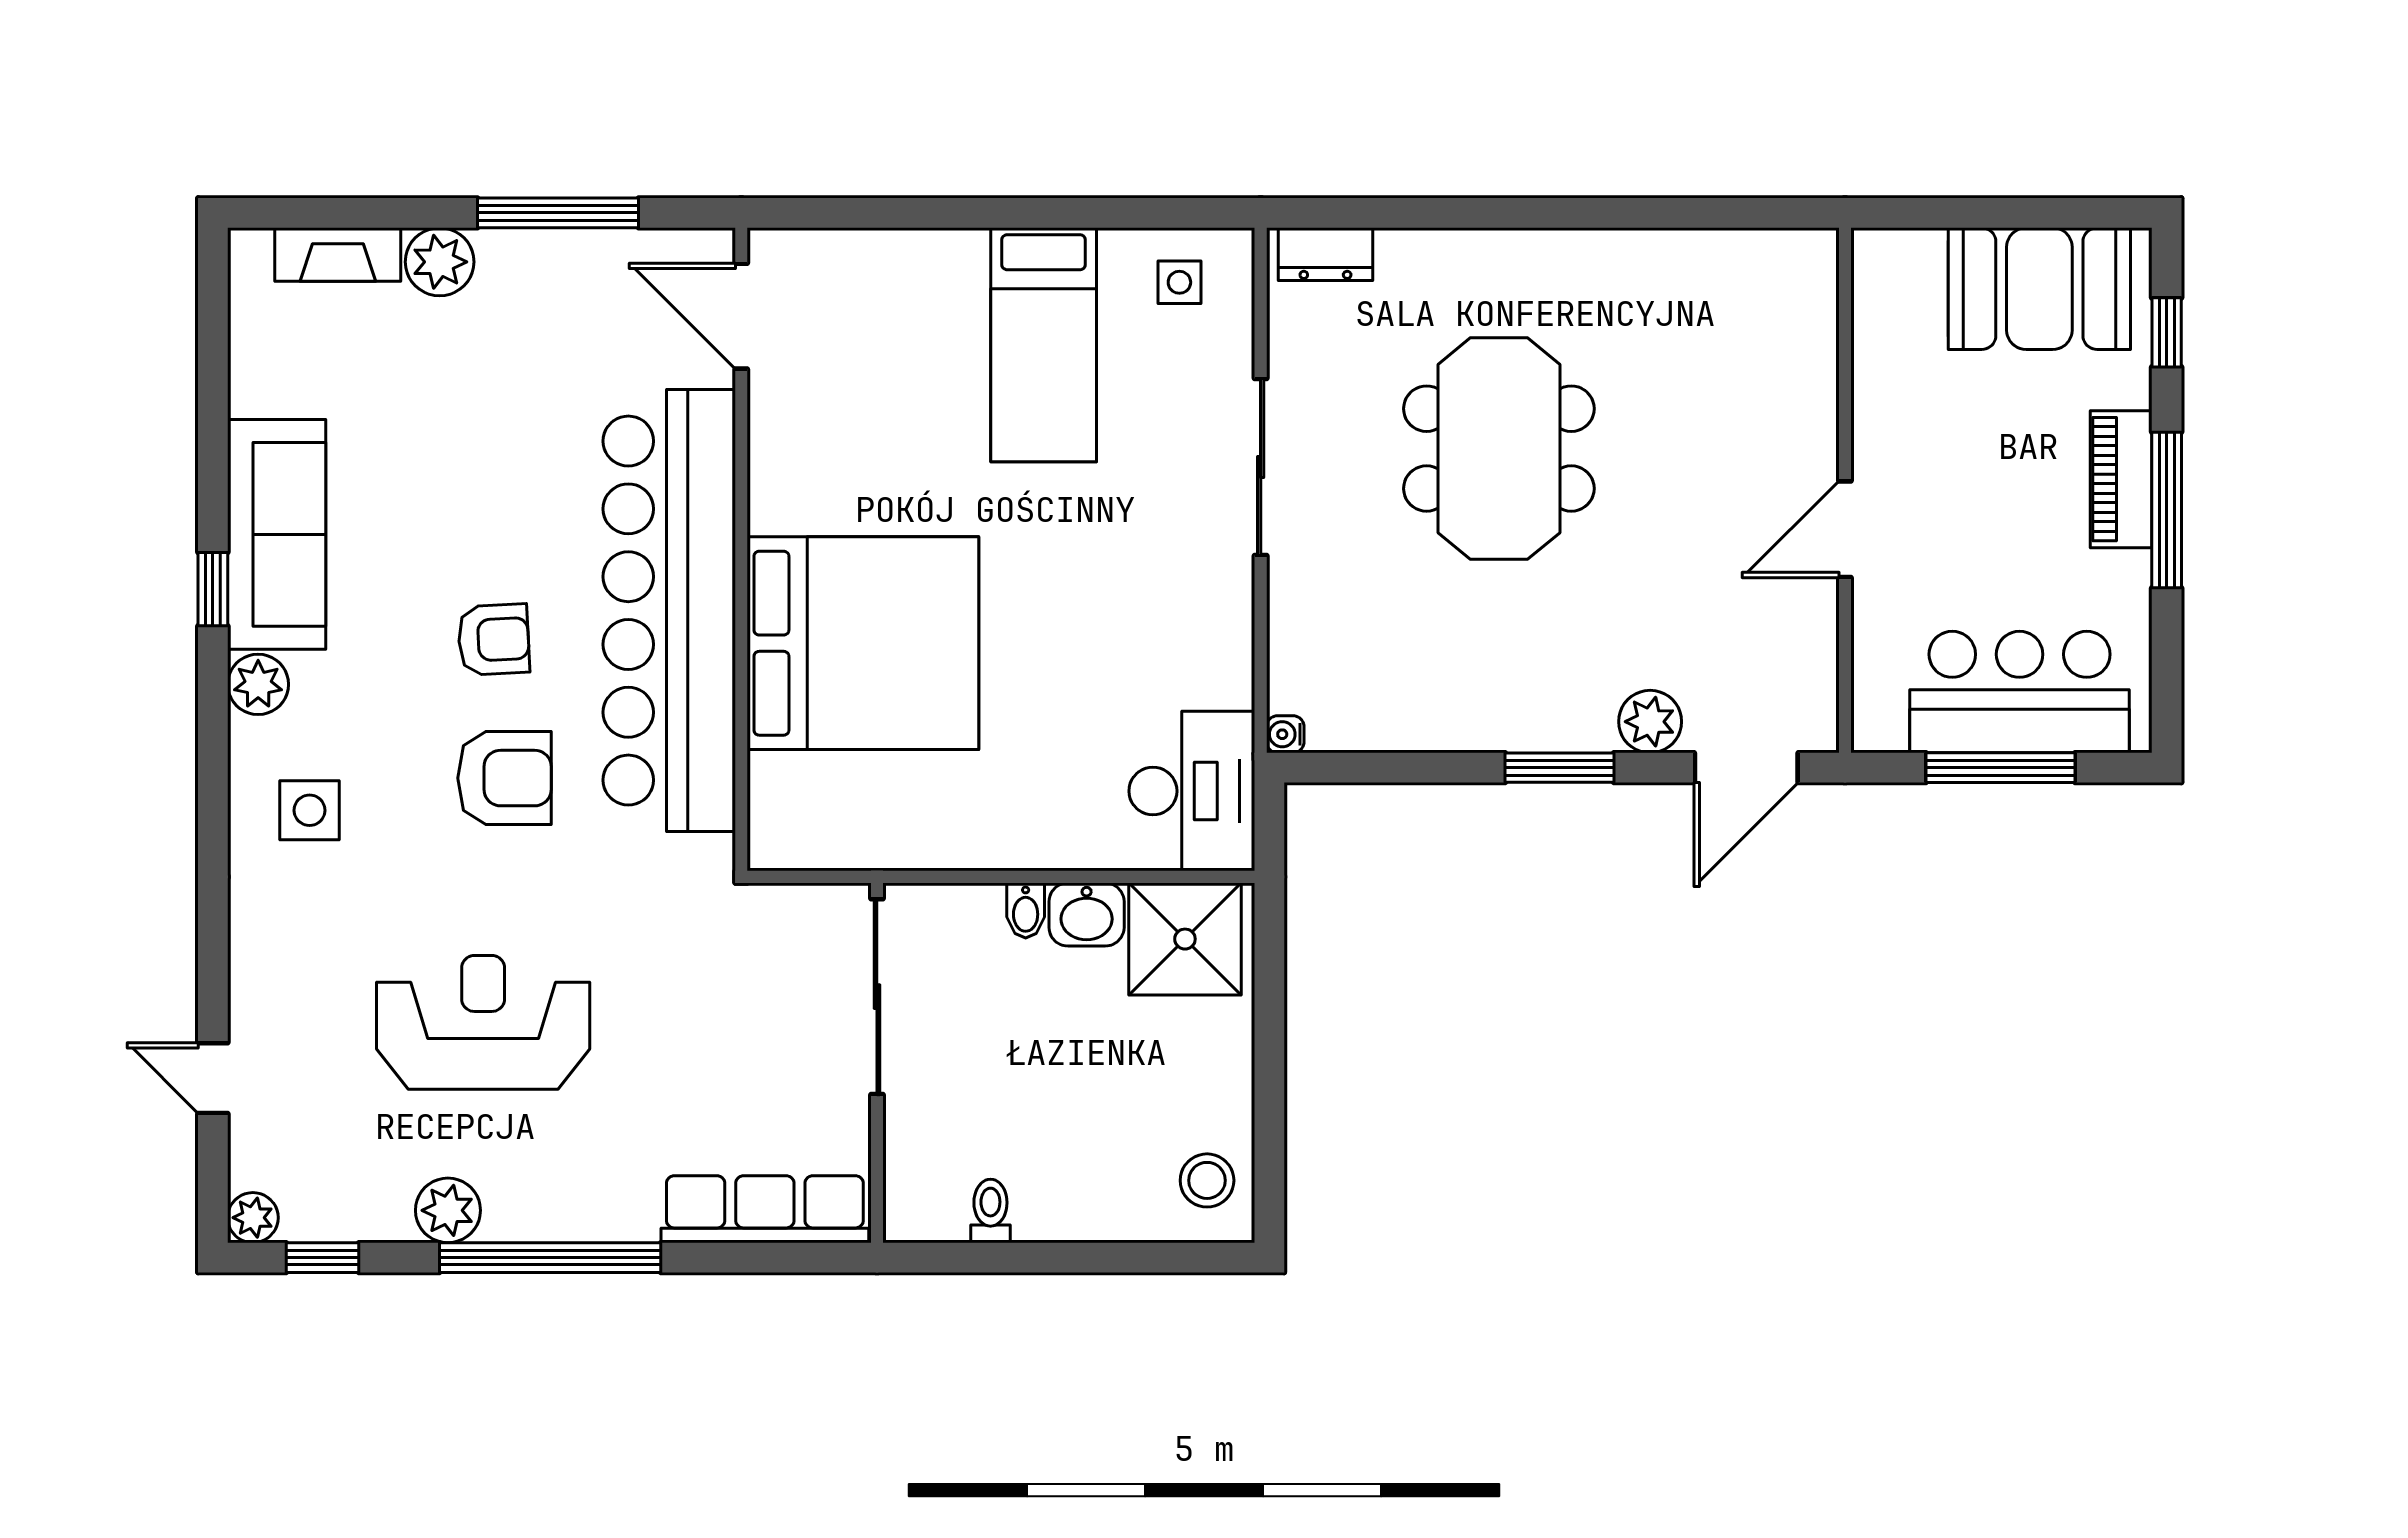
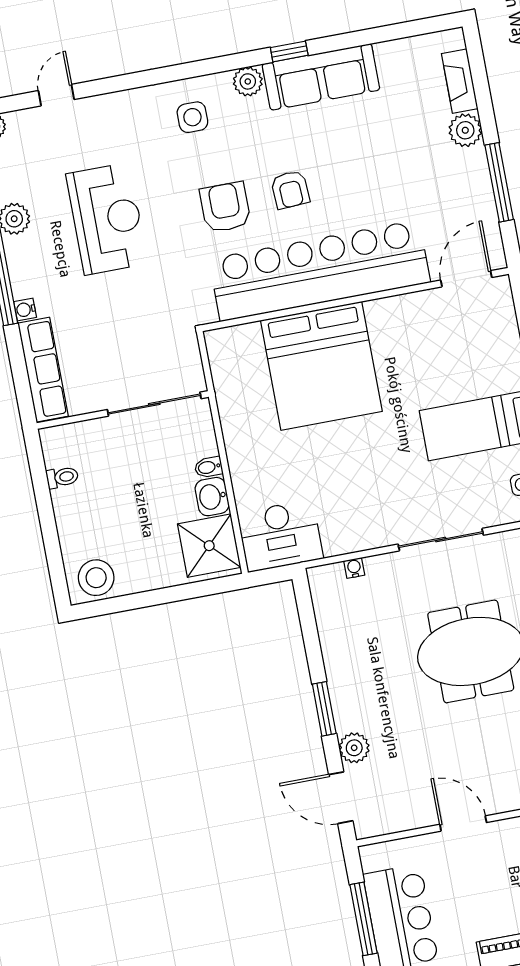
water cooler: (1285, 734) -> (354, 568), moved
armchair: (505, 778) -> (225, 207), turned 180
stool: (1207, 1180) -> (96, 578), width x1.38, depth x1.38
water cooler: (636, 1223) -> (25, 309), added

